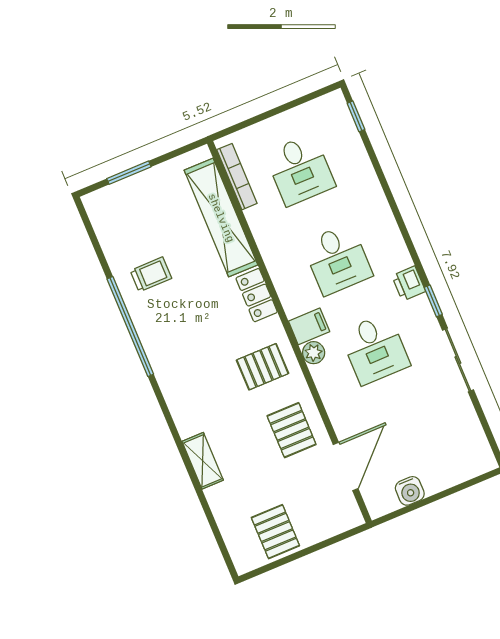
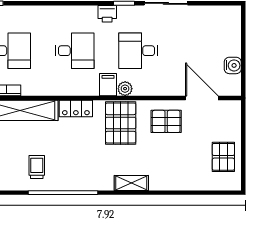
desk: (375, 349) -> (138, 51), turned 180
pallet: (263, 367) -> (121, 123), width x1.50, depth x1.42
shelving: (203, 461) -> (131, 183), moved
pallet: (275, 532) -> (223, 157), turned 90

